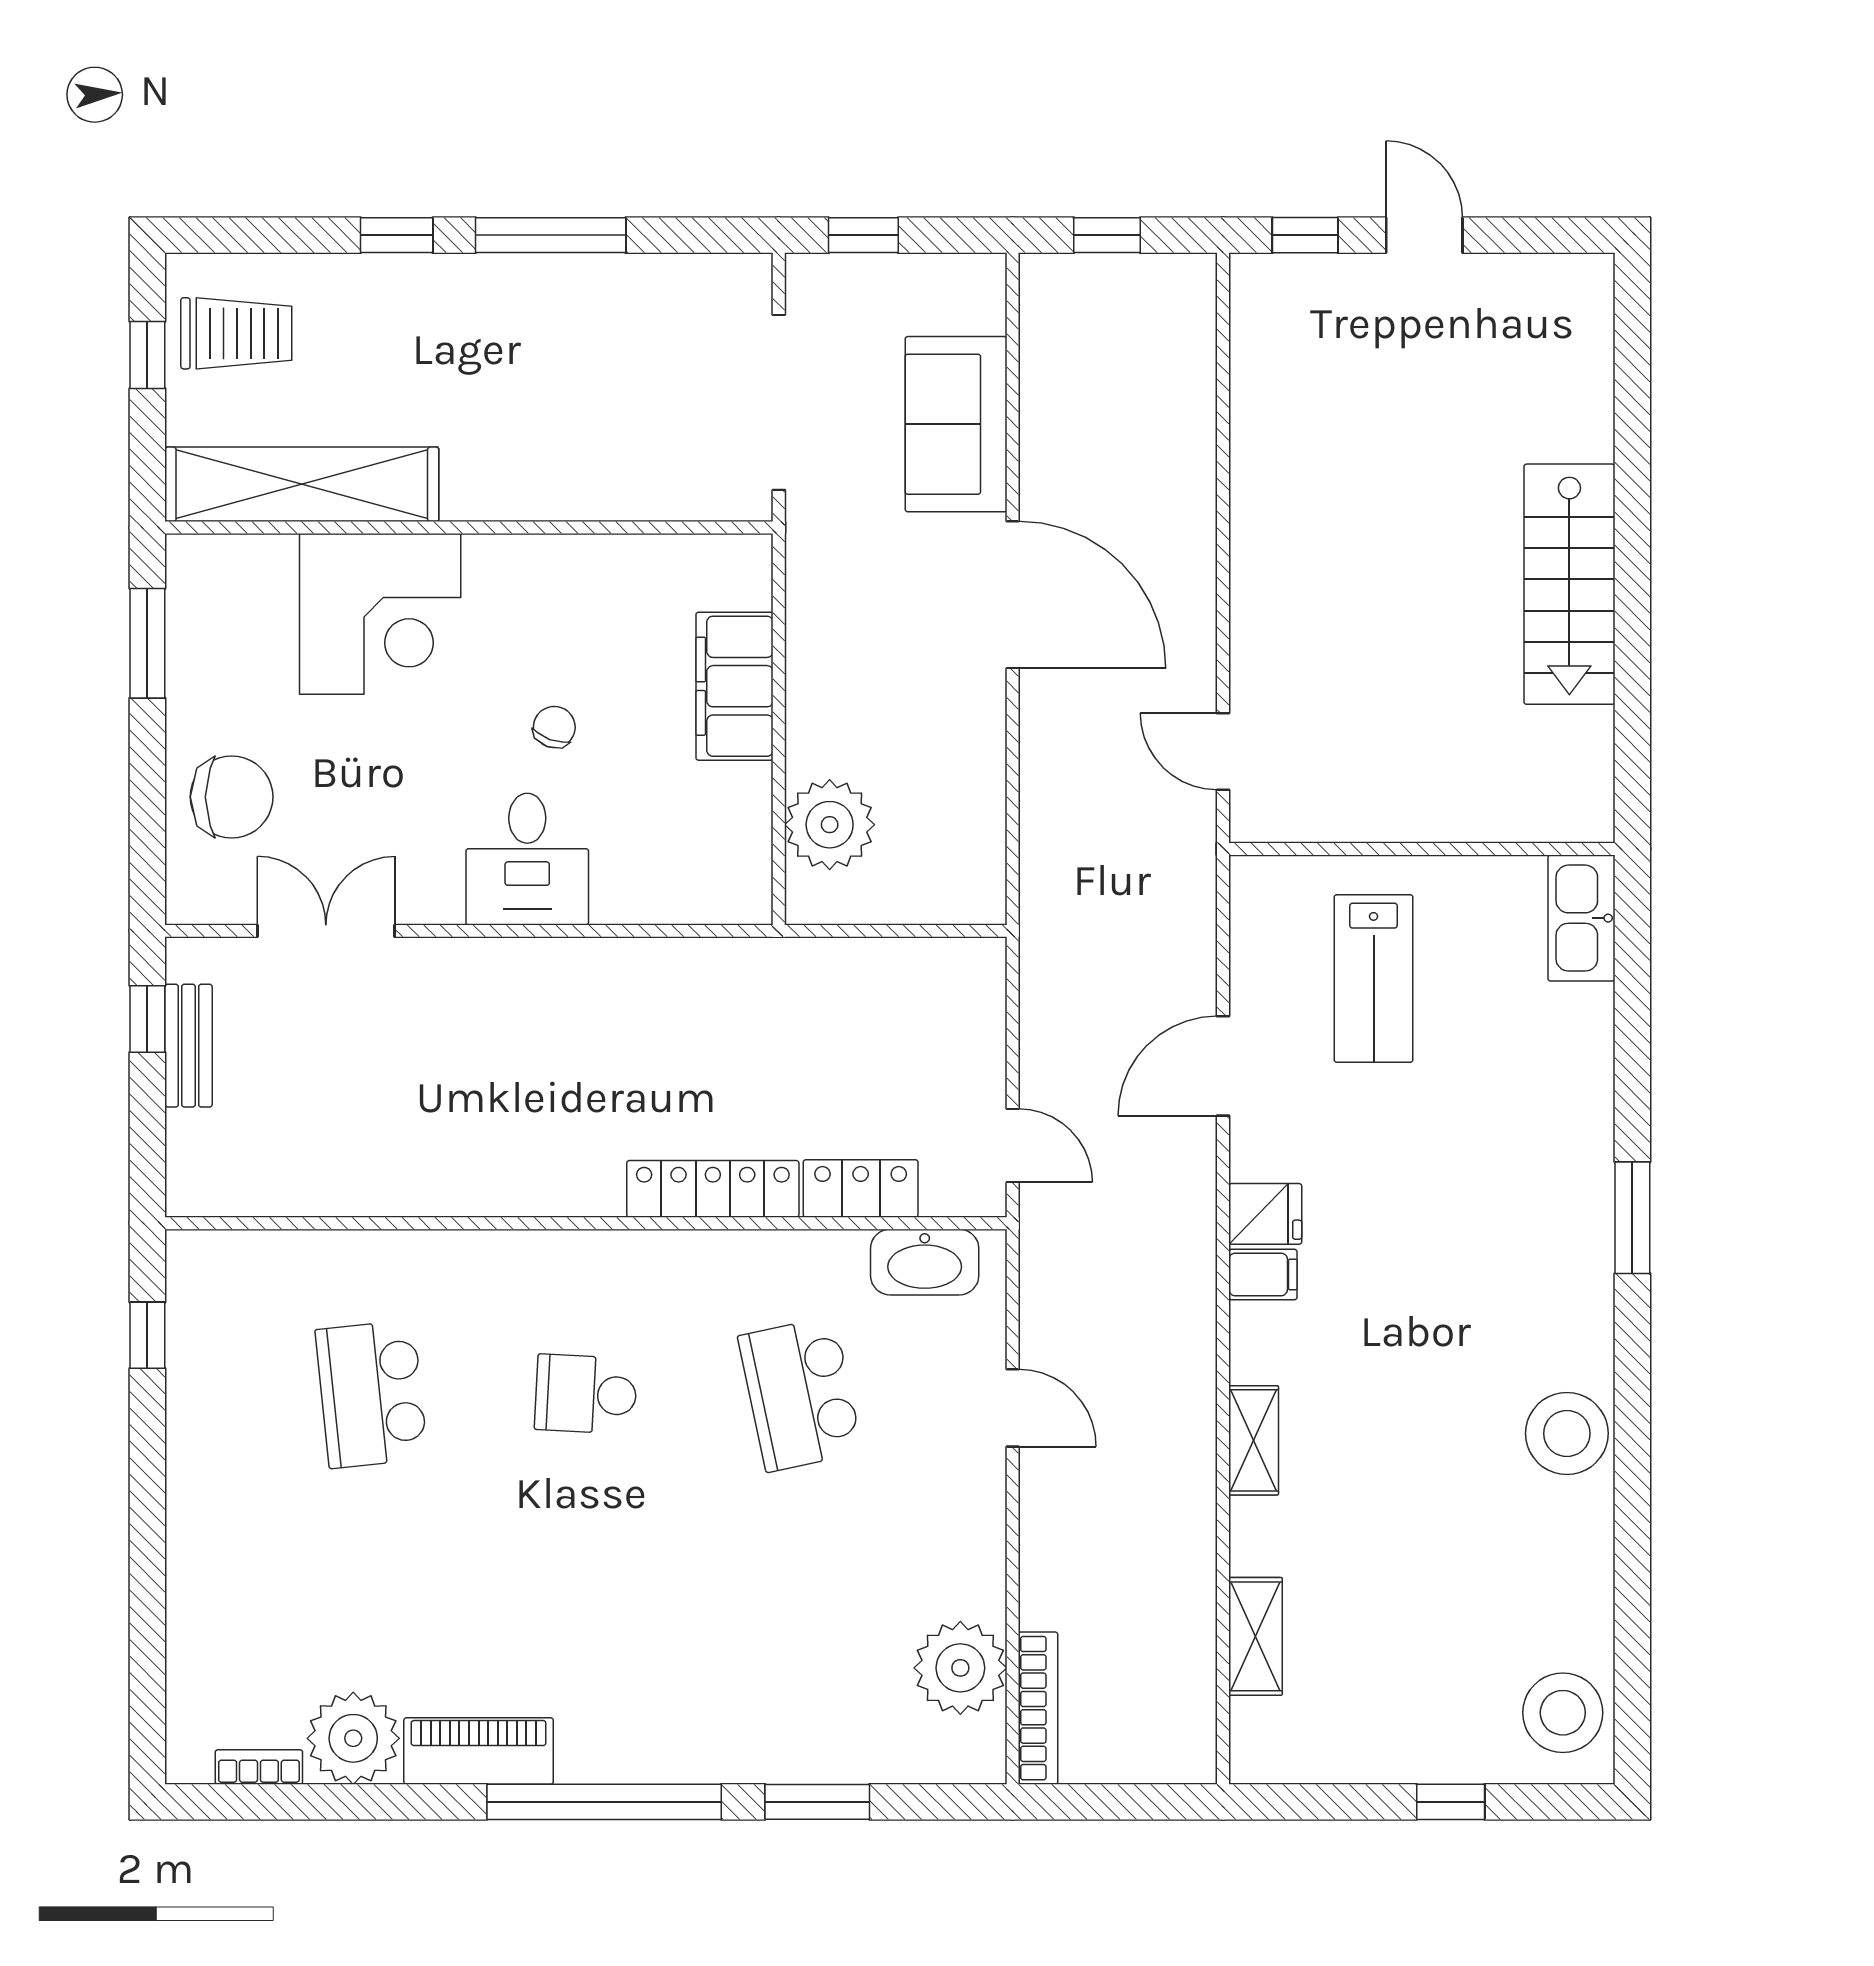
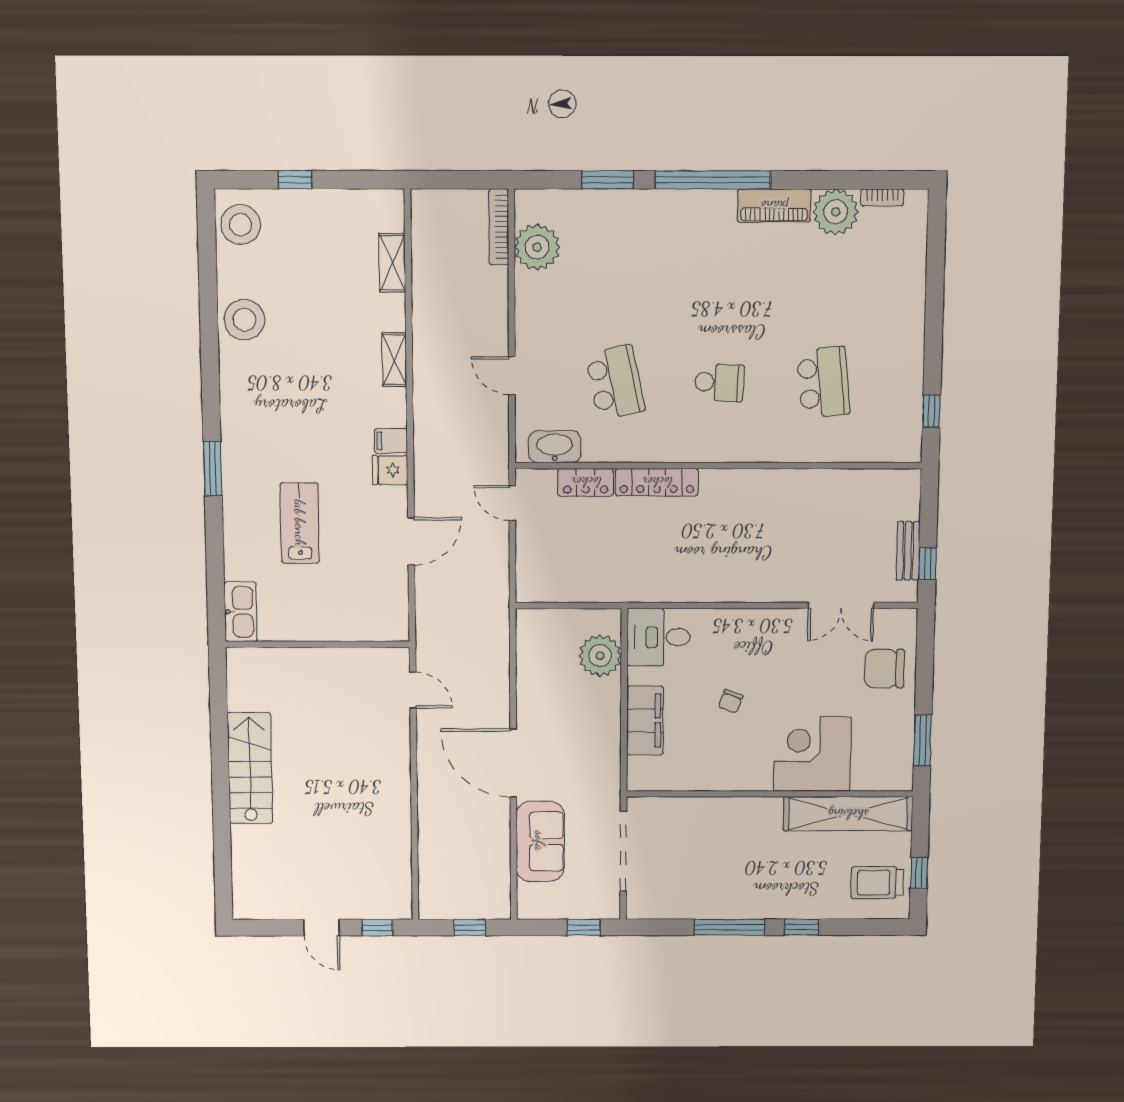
desk: (527, 859) -> (659, 637), moved, turned -90
lab bench: (1374, 979) -> (300, 523), moved
stool: (1567, 1433) -> (244, 320), moved

